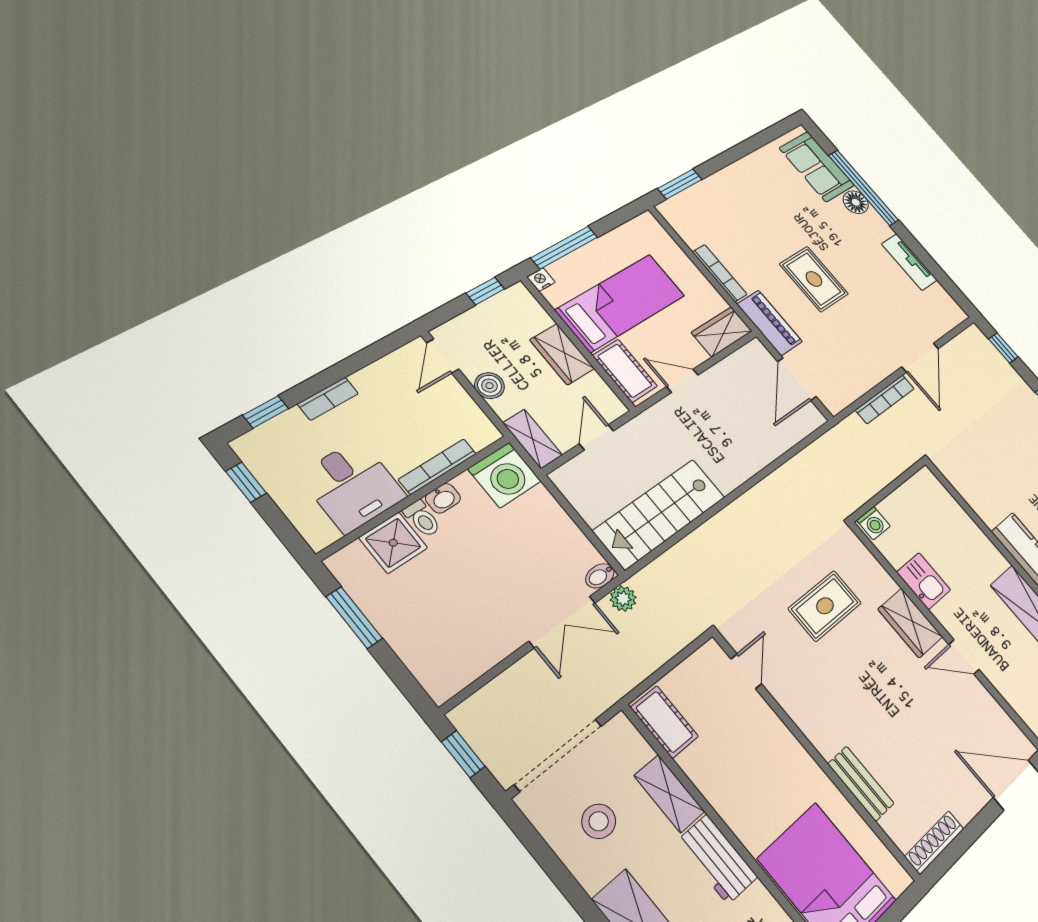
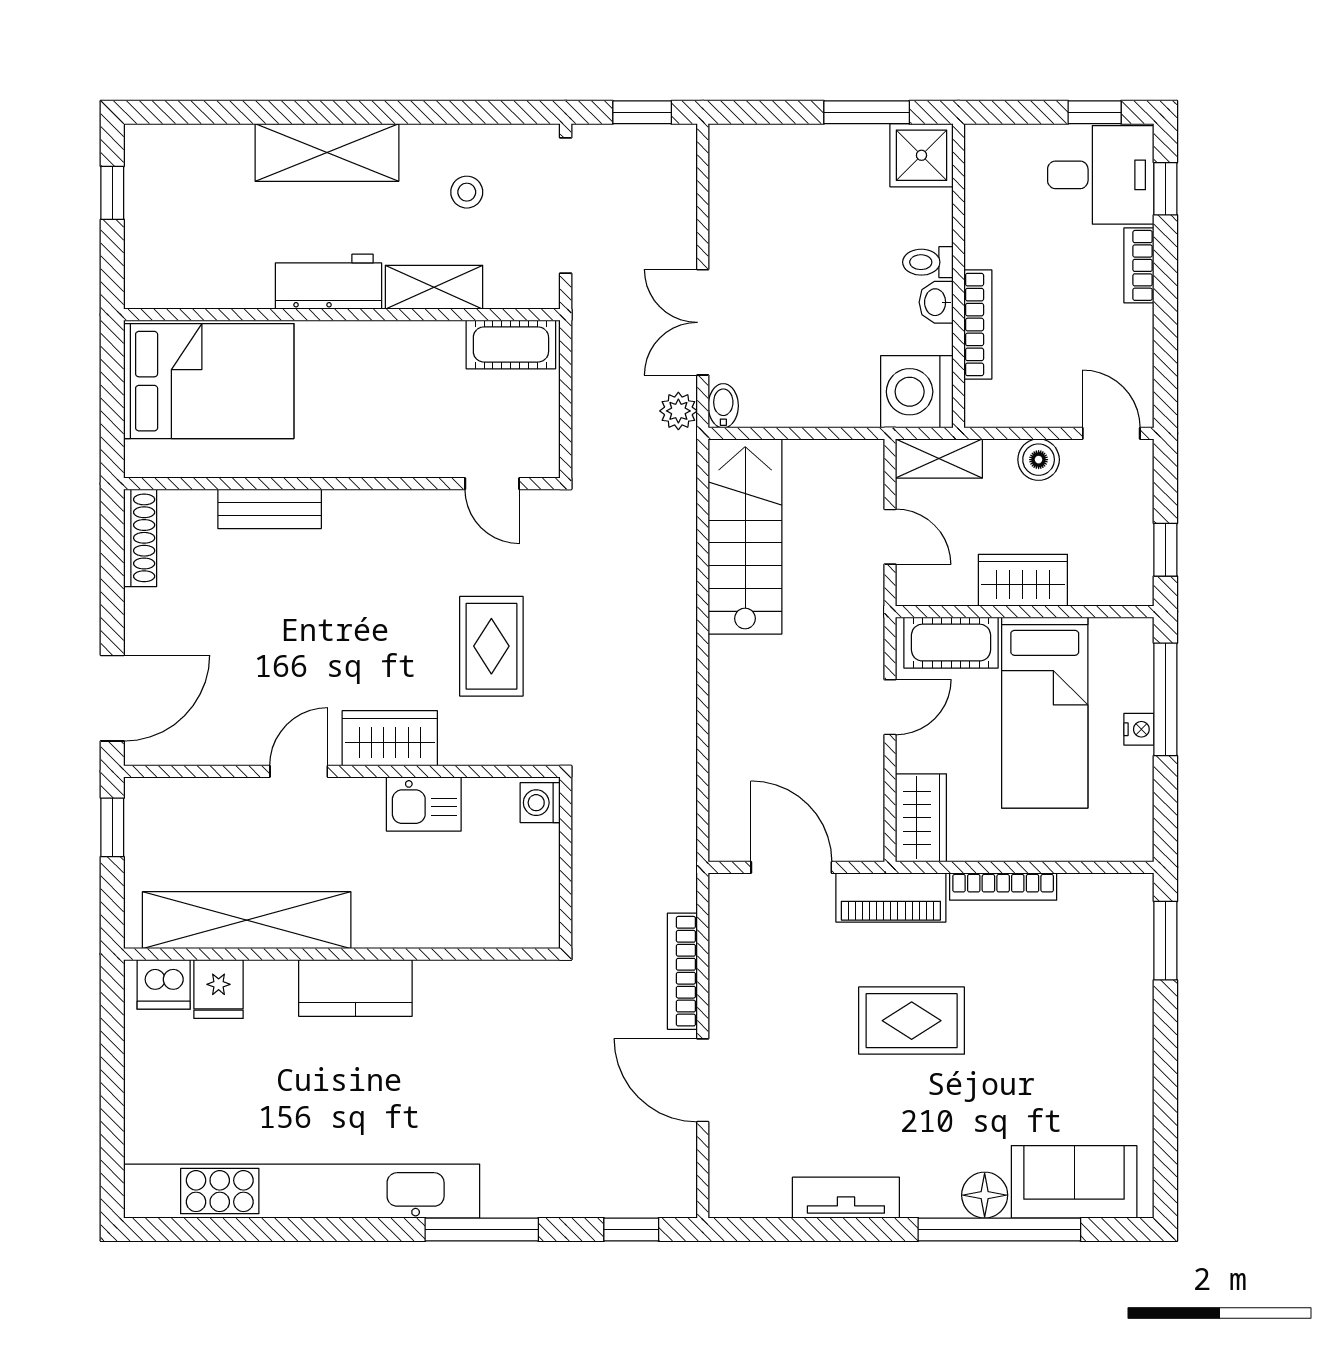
nightstand: (541, 280) -> (1139, 729), moved
desk: (352, 486) -> (1101, 175), moved, turned 180
shower: (393, 543) -> (921, 155), moved
stool: (599, 821) -> (467, 192), width x0.73, depth x0.73

